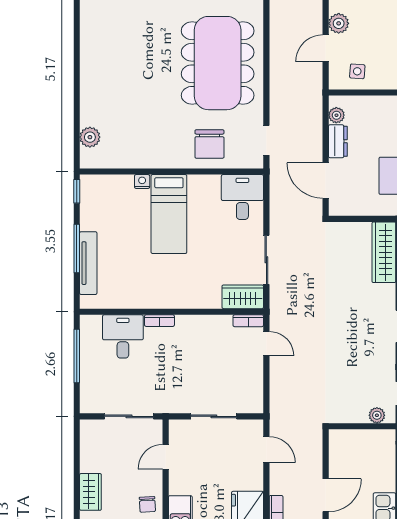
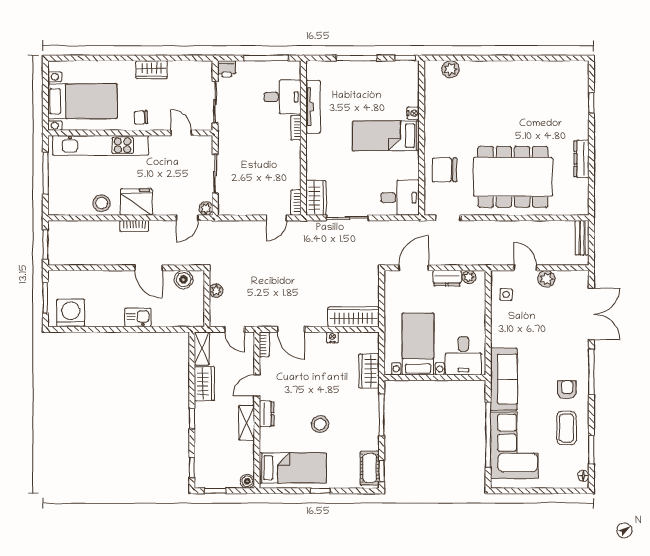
tv unit: (88, 263) -> (313, 107), moved, turned -90
printer: (89, 403) -> (227, 69), added
plant: (377, 415) -> (216, 291), moved
plant: (255, 427) -> (206, 208), added
boiler: (340, 454) -> (184, 280), added

